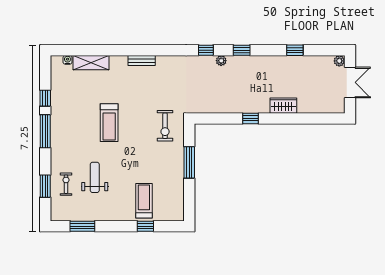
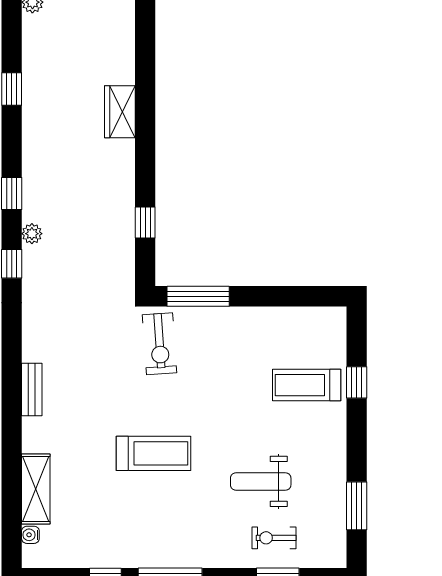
window: (250, 118) -> (145, 223), moved
exercise bike: (165, 126) -> (160, 344), turned 86
window: (189, 162) -> (198, 296), moved

